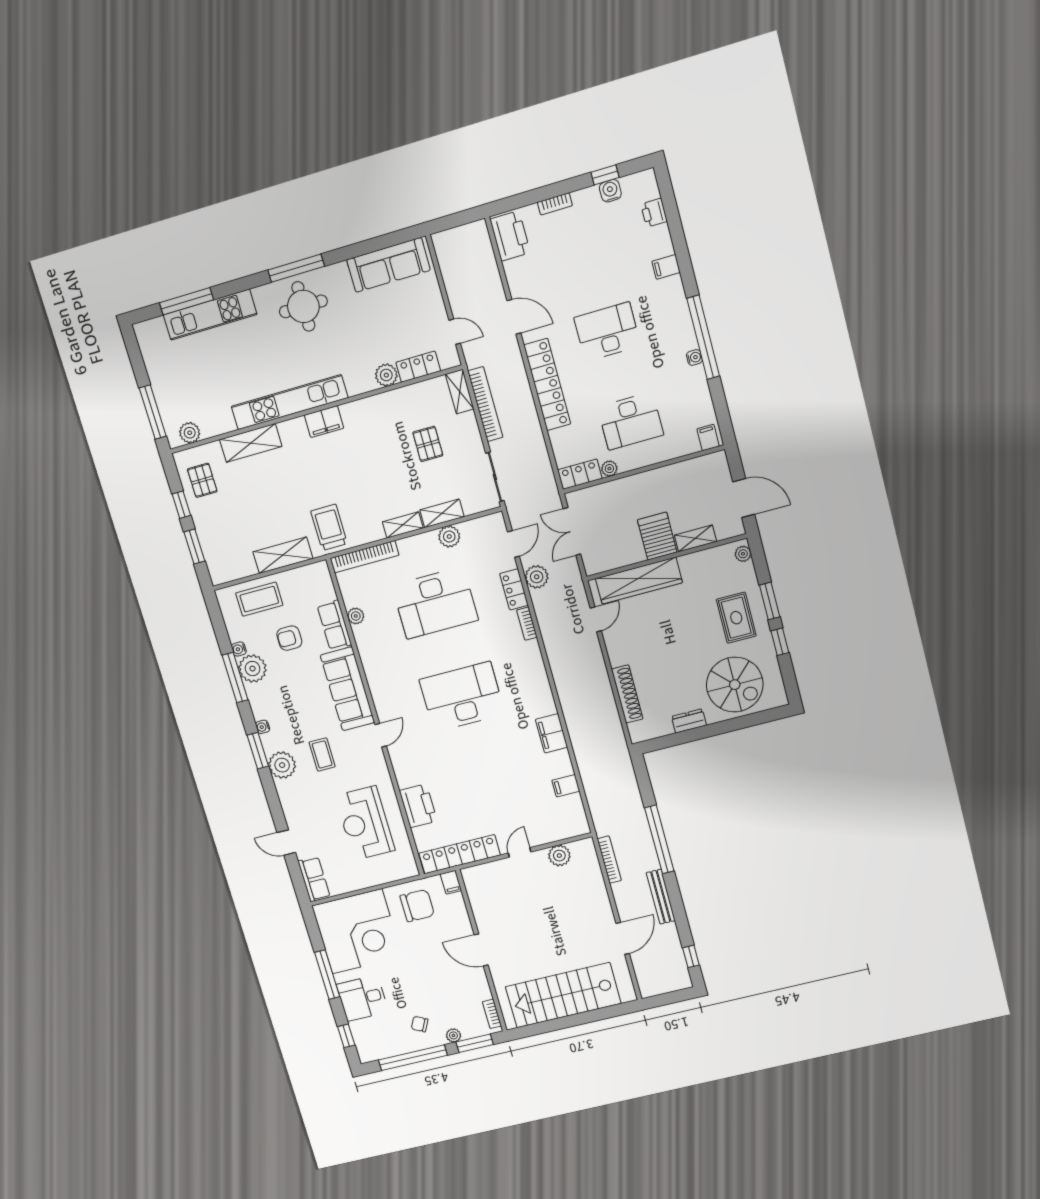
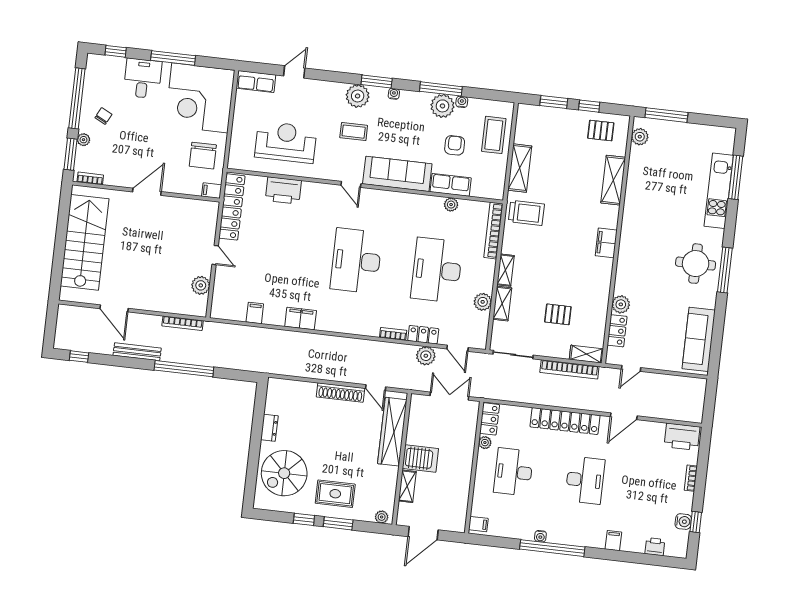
kitchen unit: (289, 402) -> (631, 223), removed
shoe rack: (627, 694) -> (340, 392), moved
desk: (462, 697) -> (356, 261), turned 180

